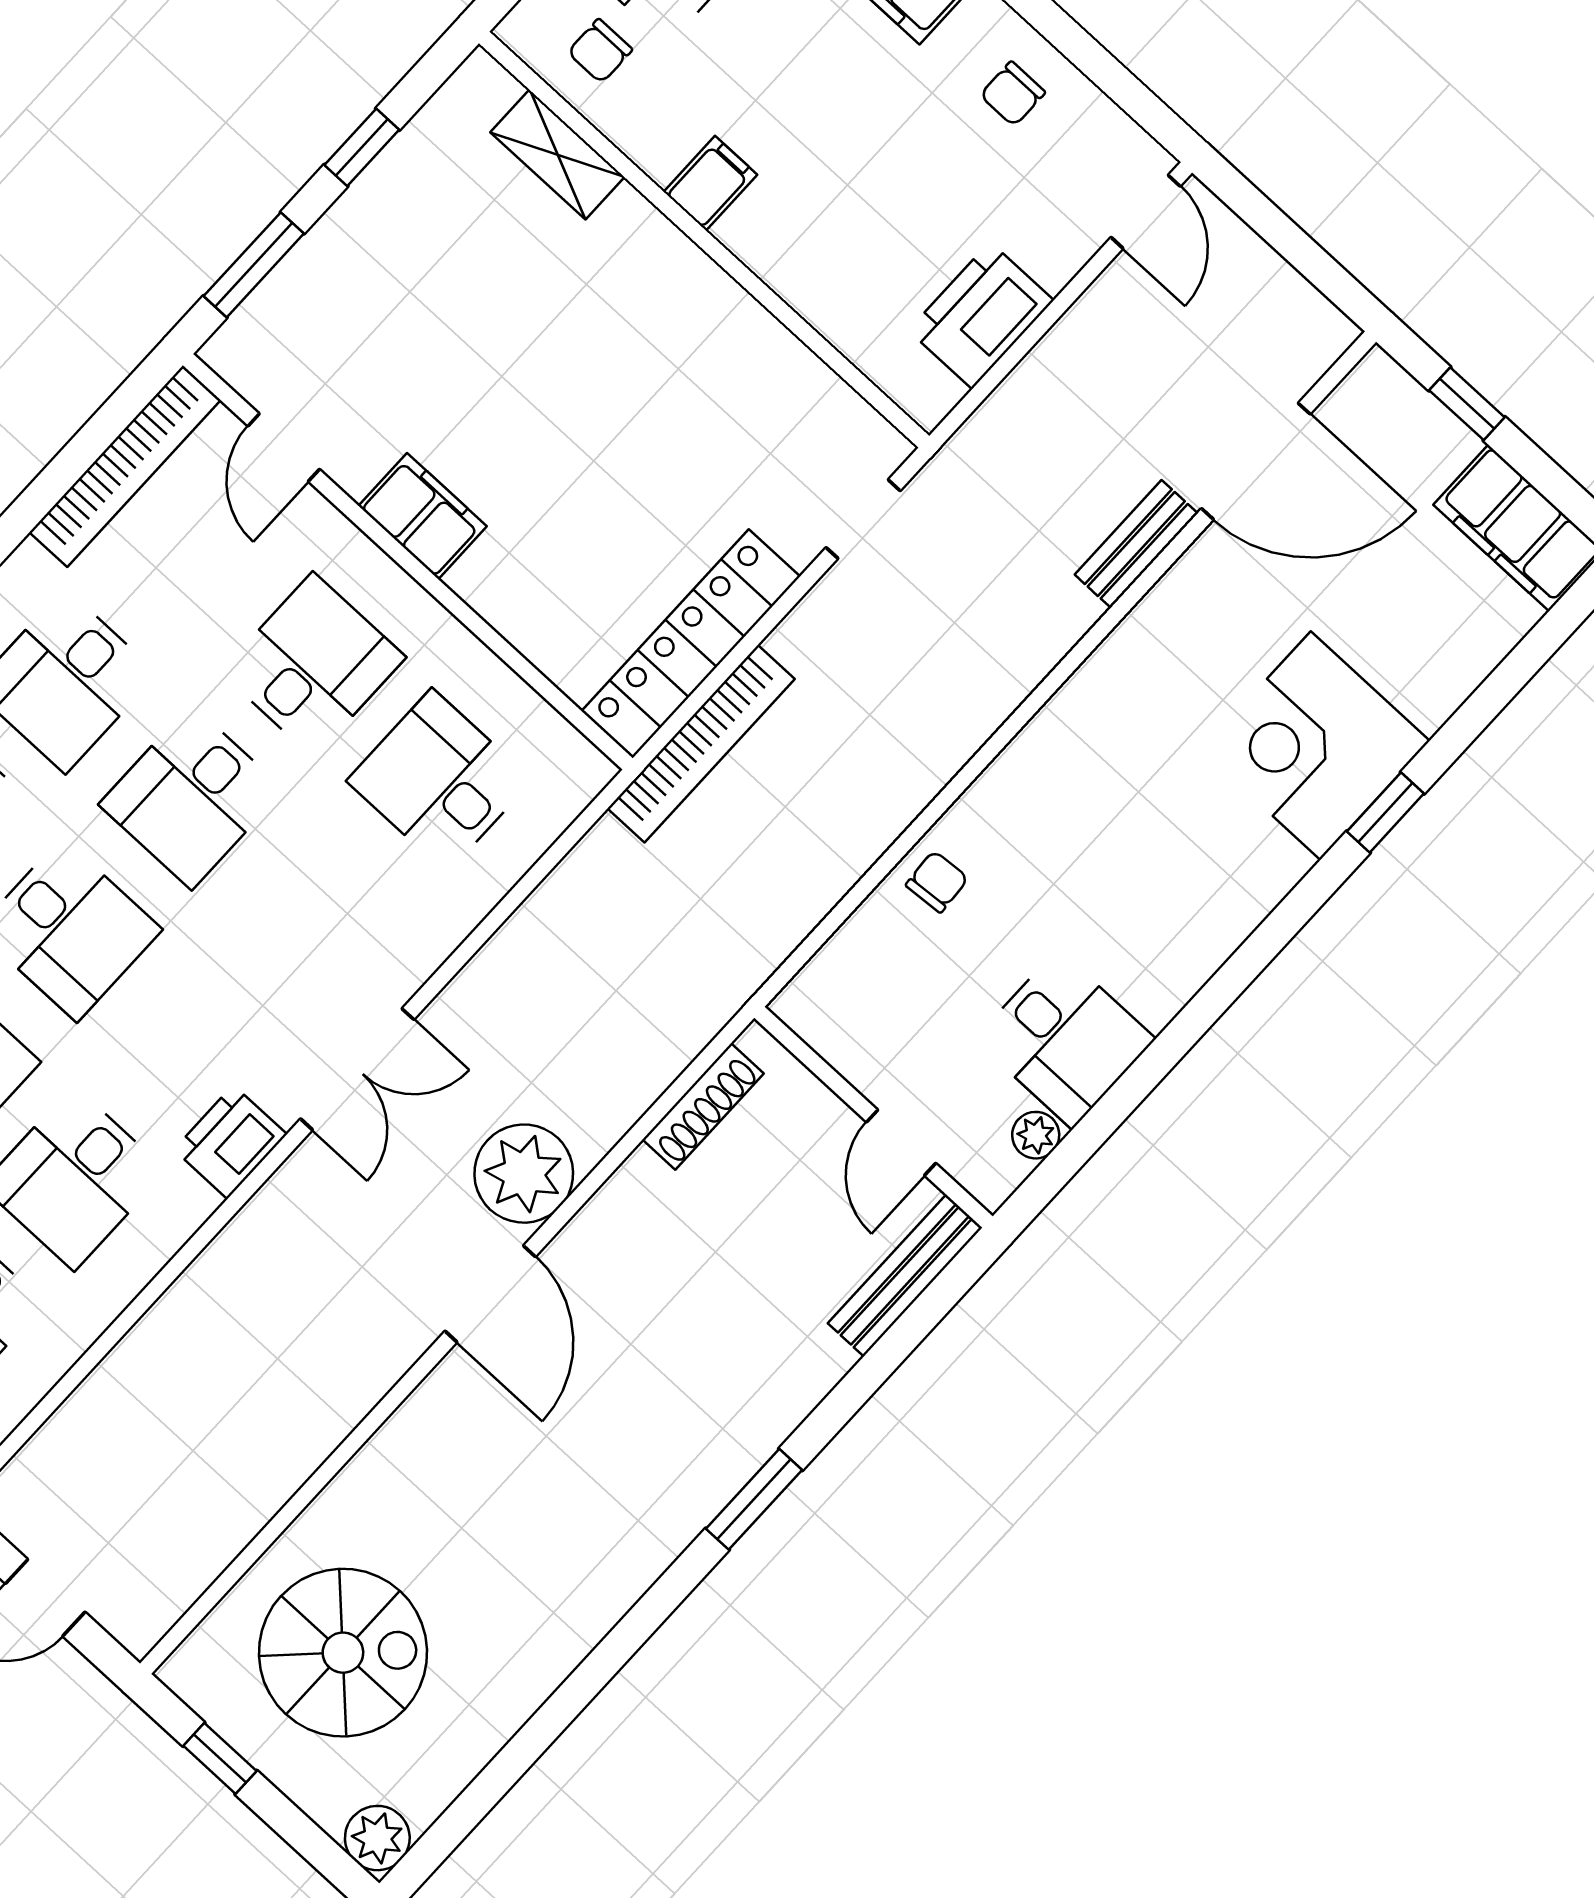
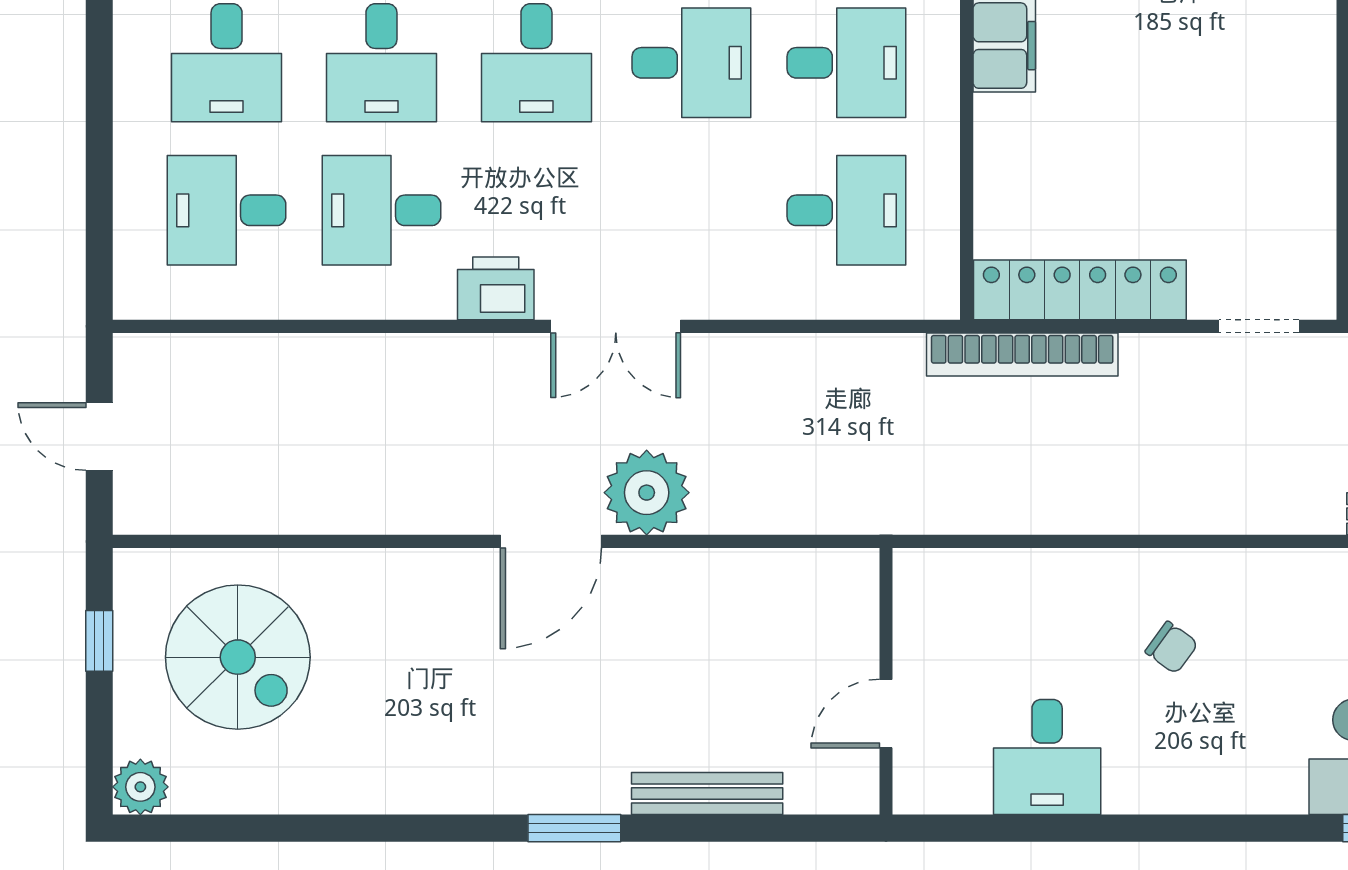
desk: (439, 781) -> (846, 210), turned 90
desk: (191, 797) -> (691, 63), turned 180
chair: (937, 882) -> (1172, 648), moved, turned 40
shoe rack: (703, 1106) -> (794, 567), removed
plant: (1036, 1135) -> (969, 795), removed
bench: (905, 1276) -> (707, 794), moved

